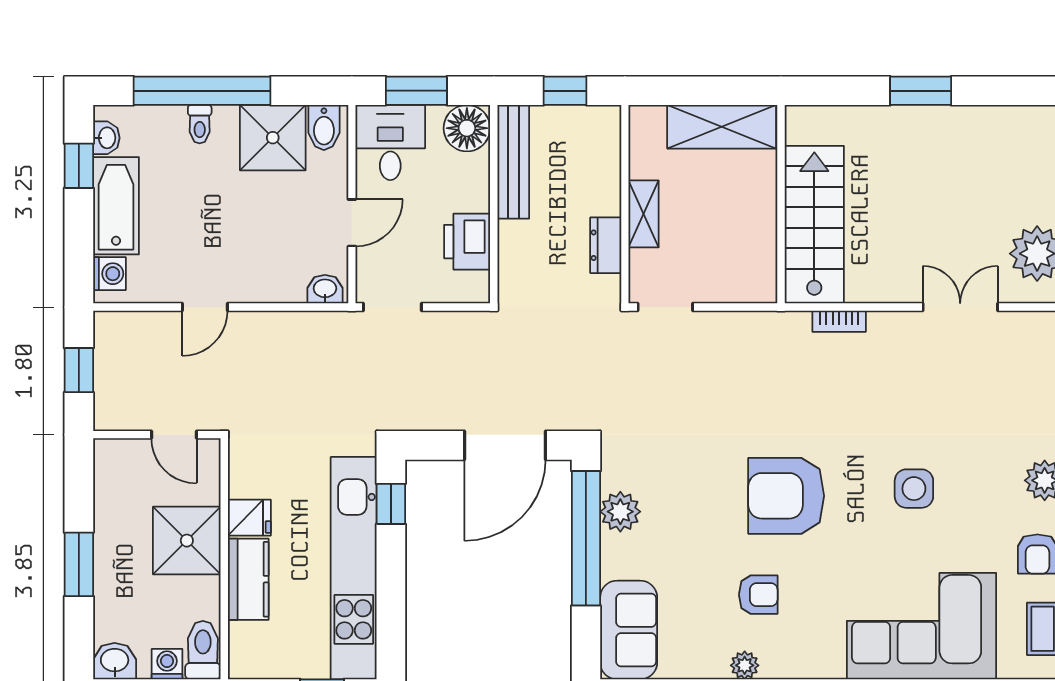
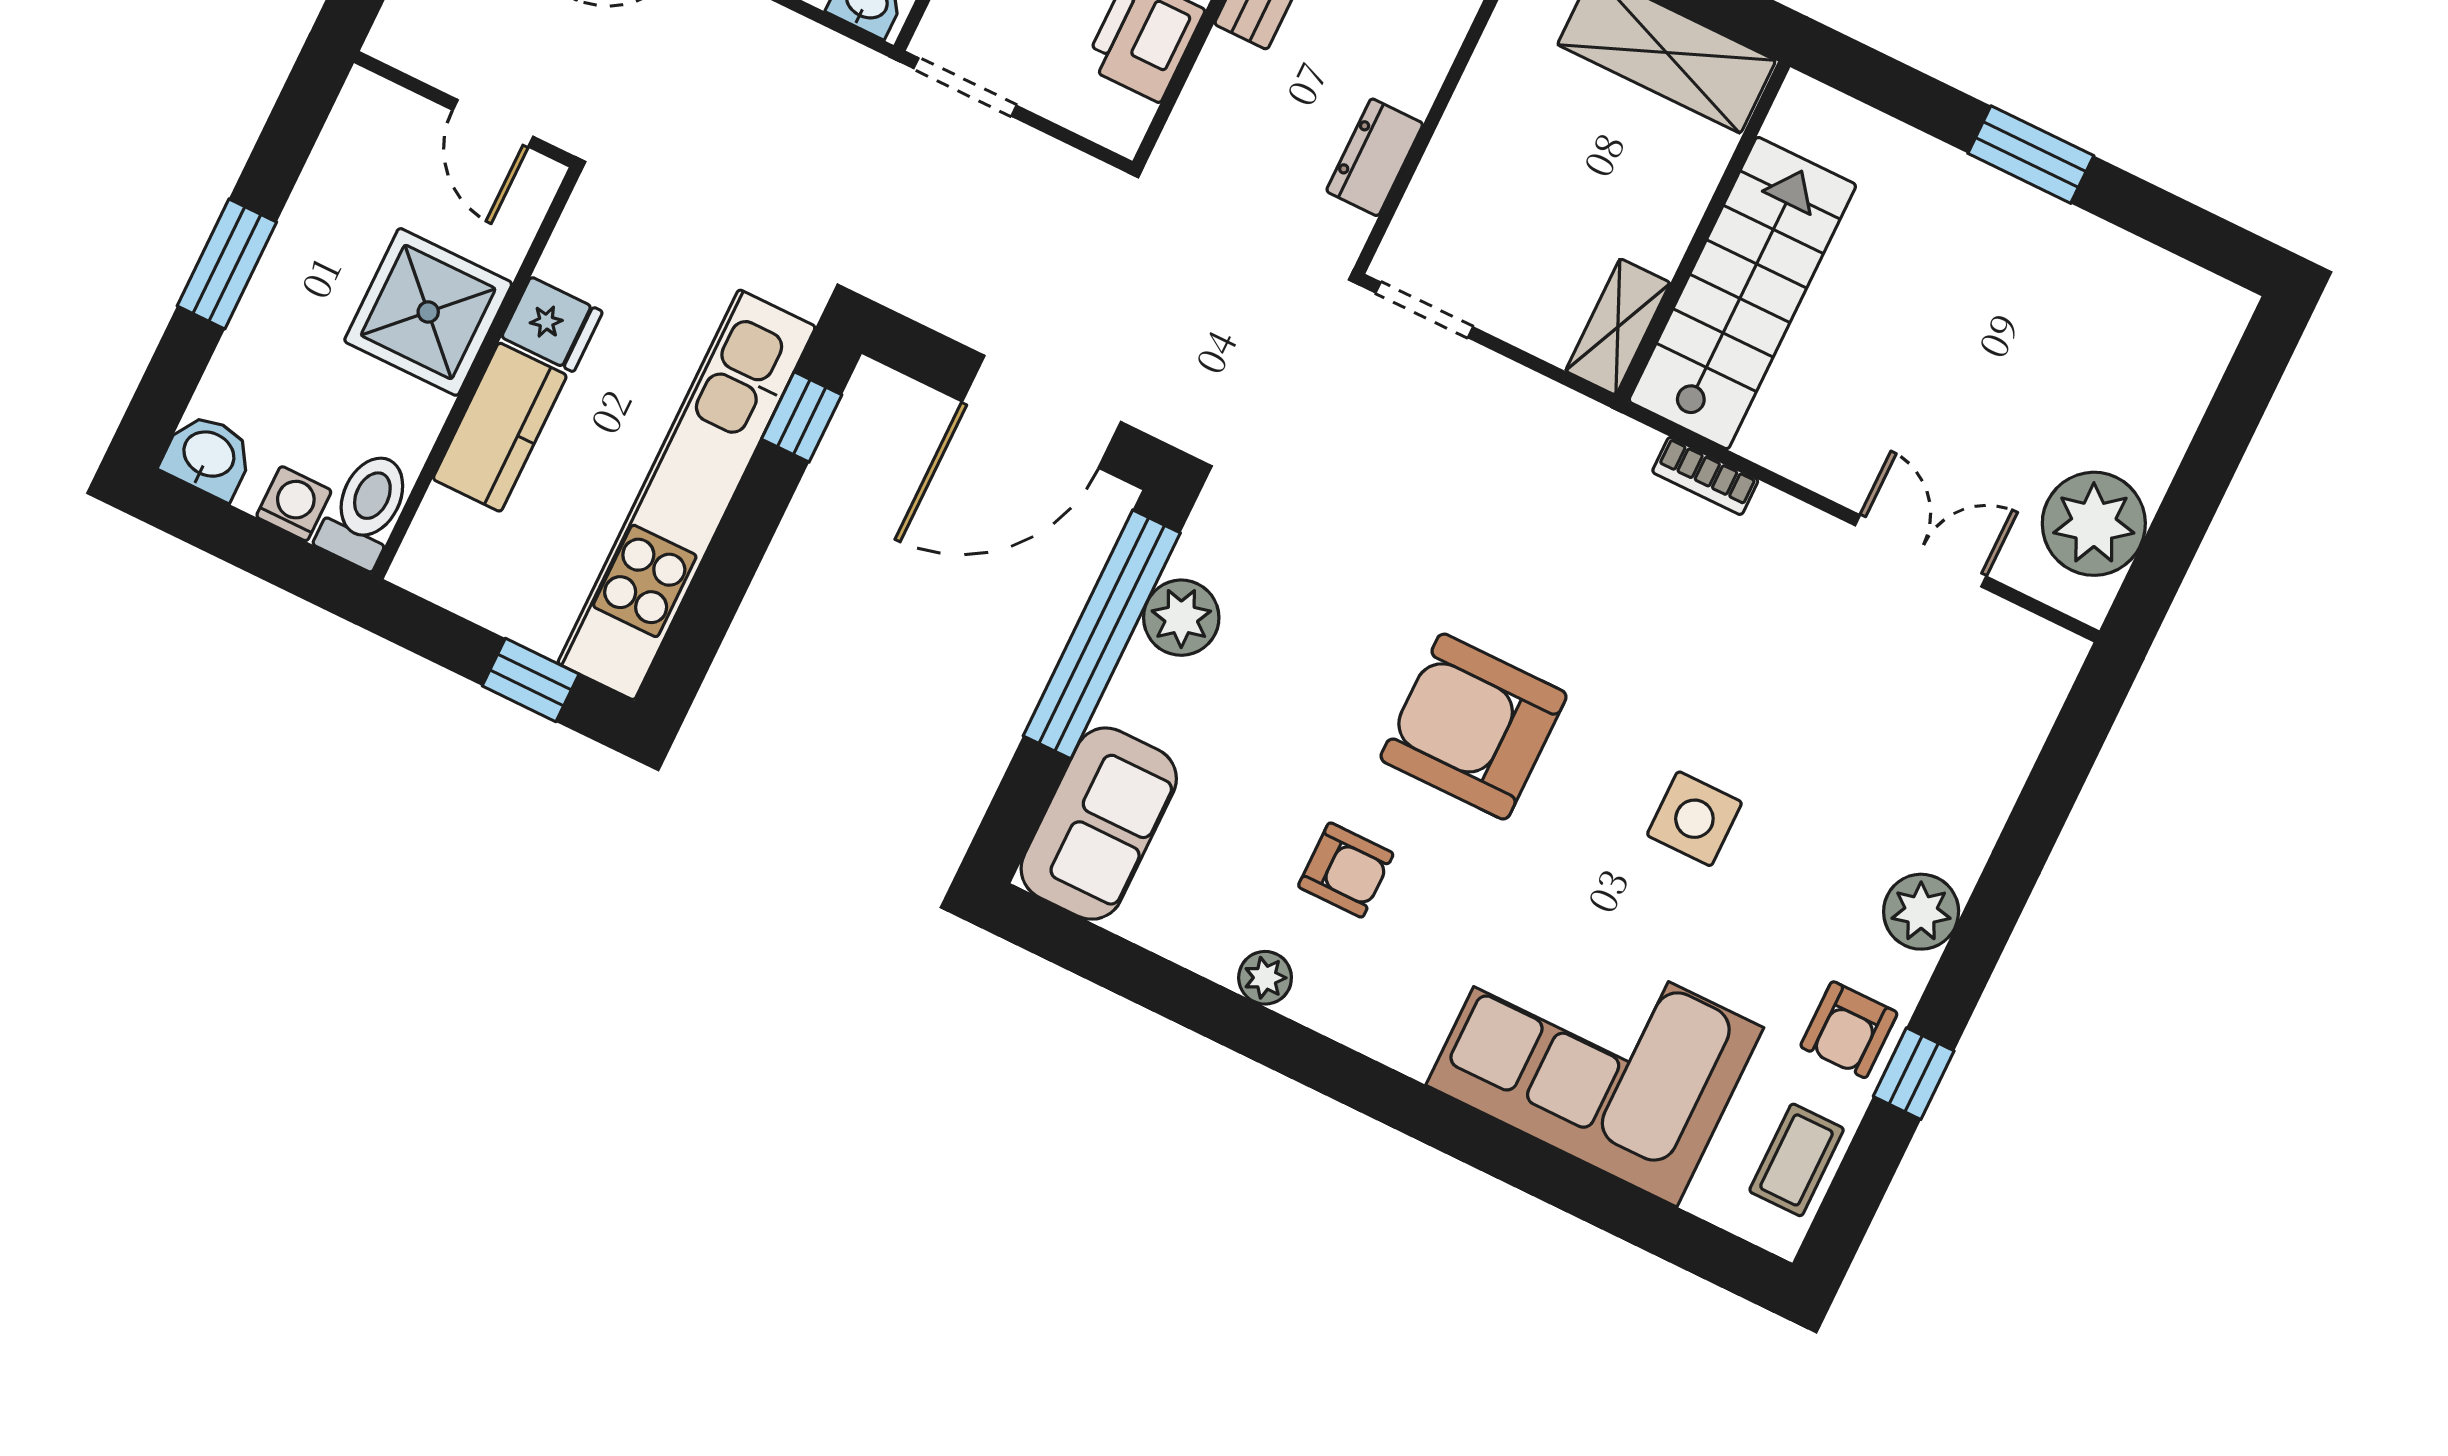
shelving: (644, 214) -> (1618, 327), moved

